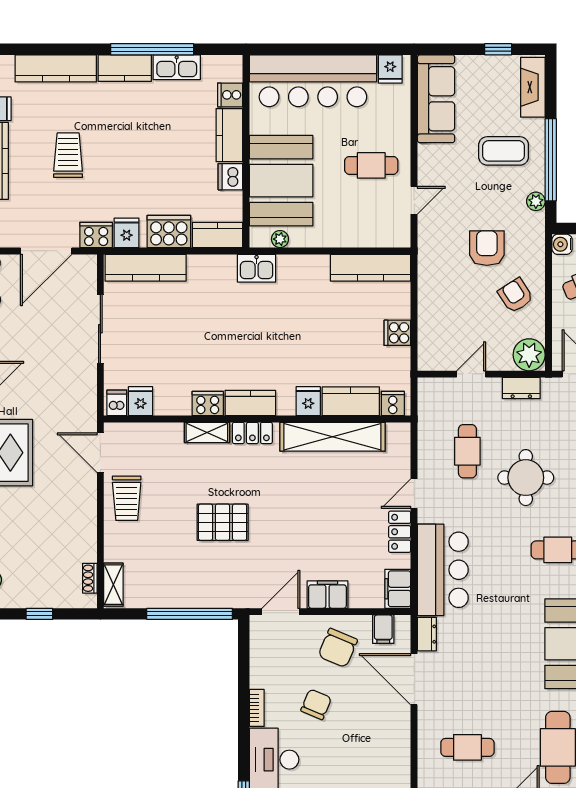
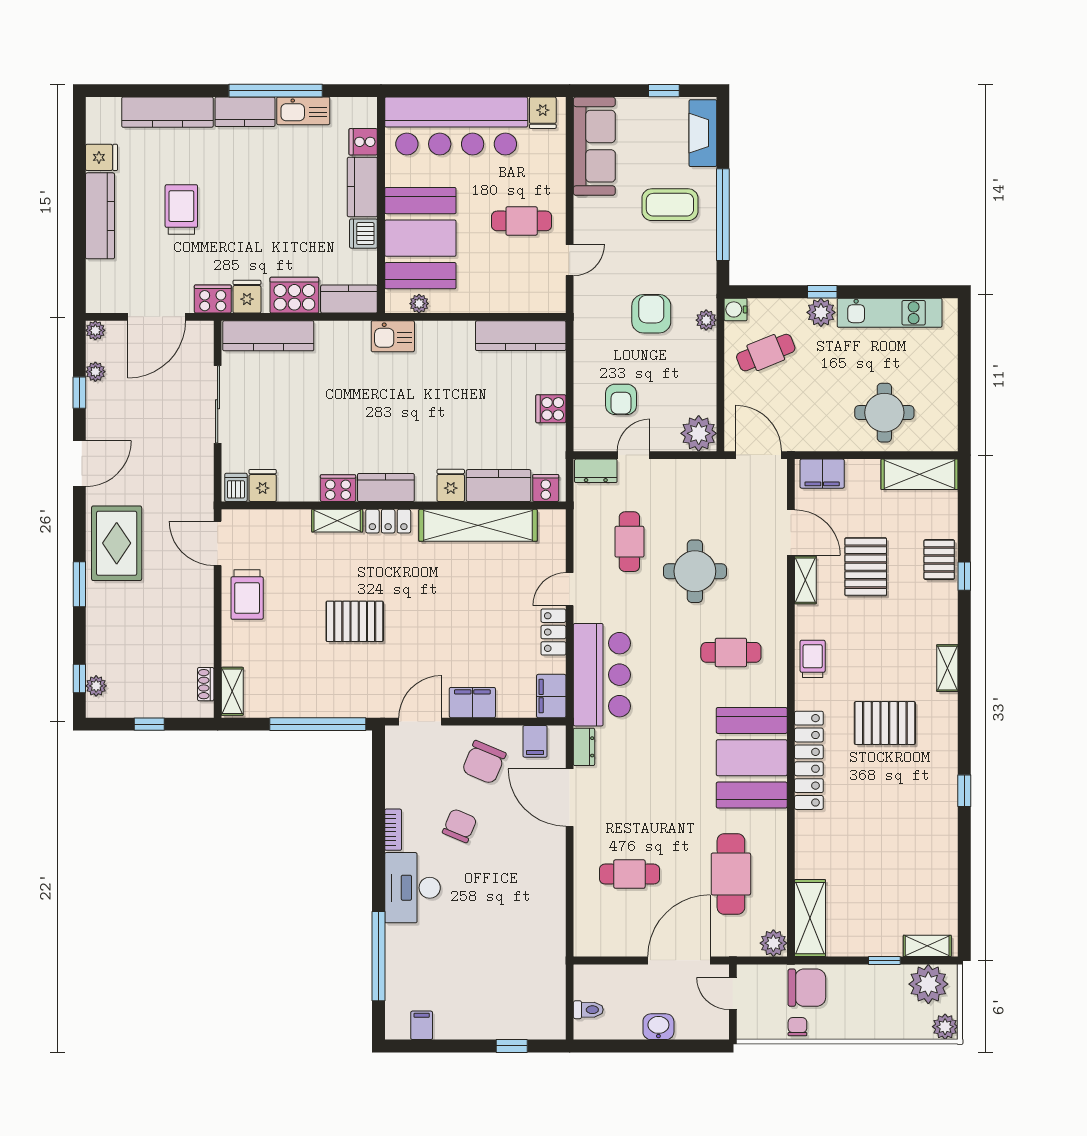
plant: (536, 201) -> (706, 320), moved
armchair: (516, 295) -> (621, 399), moved, turned -147
dresser: (521, 388) -> (596, 471), moved

